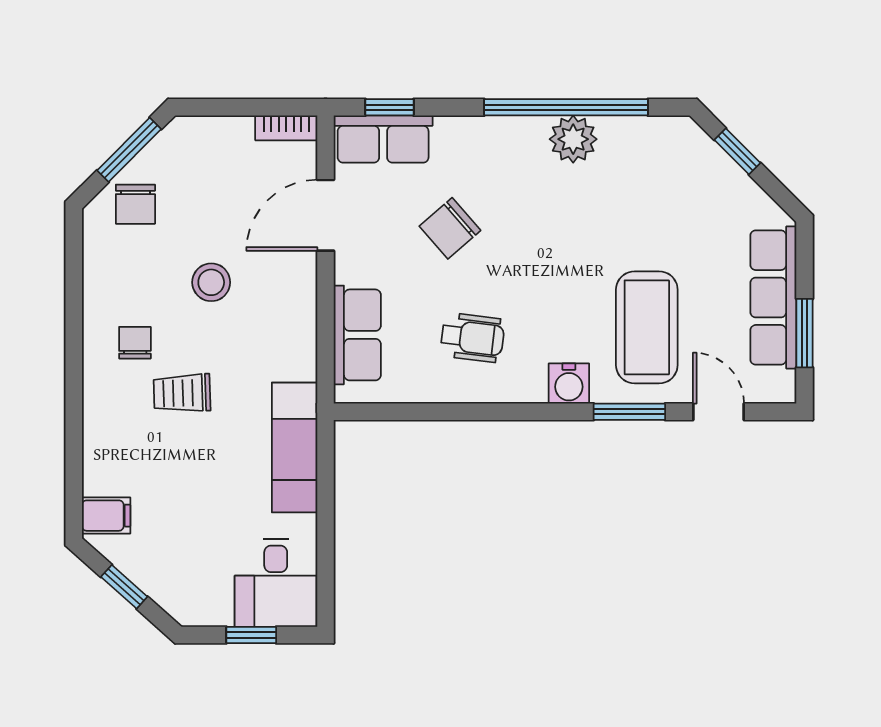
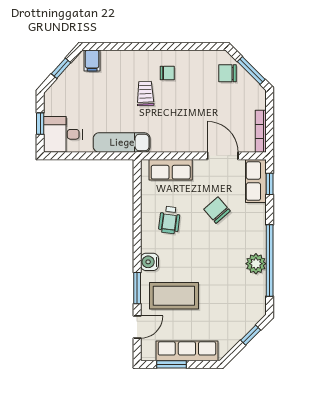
bookcase: (286, 128) -> (261, 131), width x1.56
stool: (211, 282) -> (194, 106), removed

